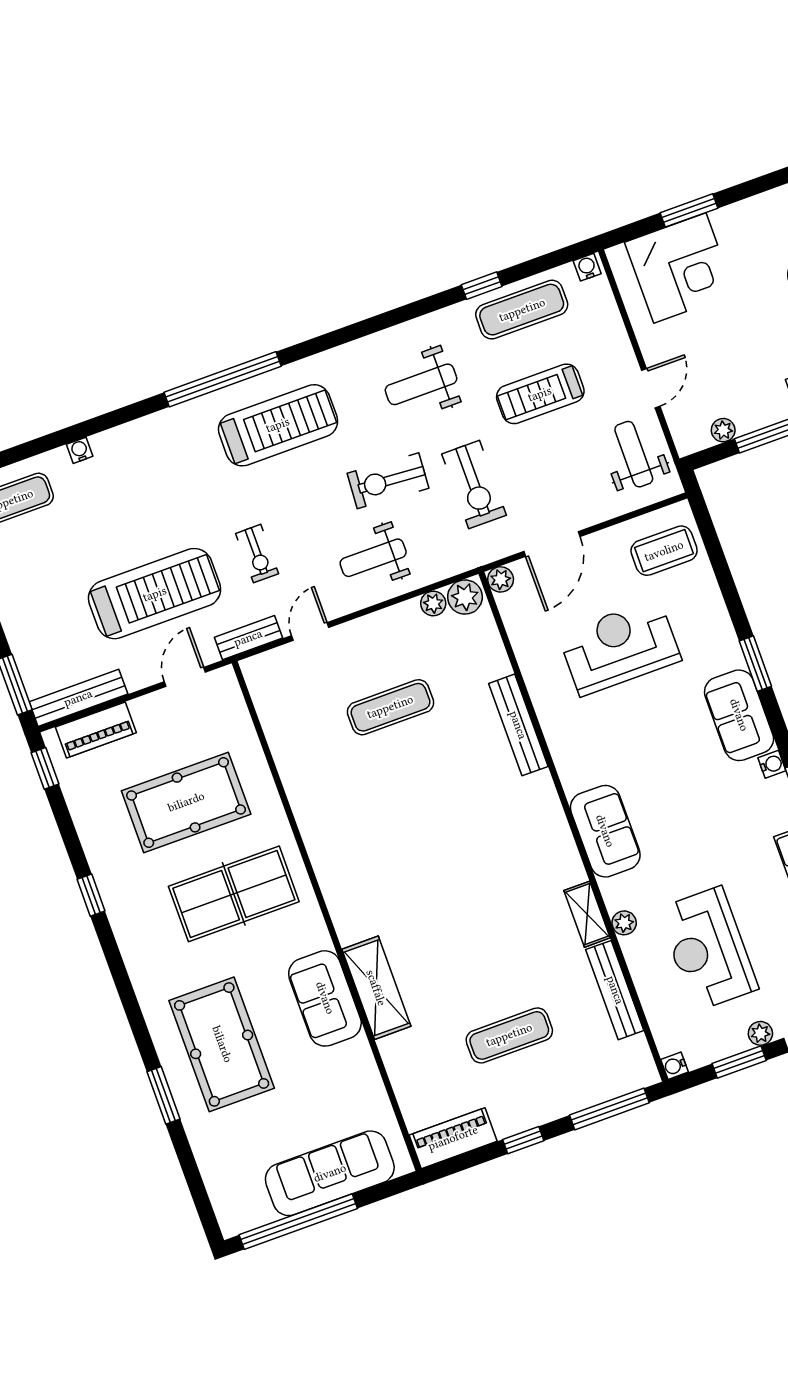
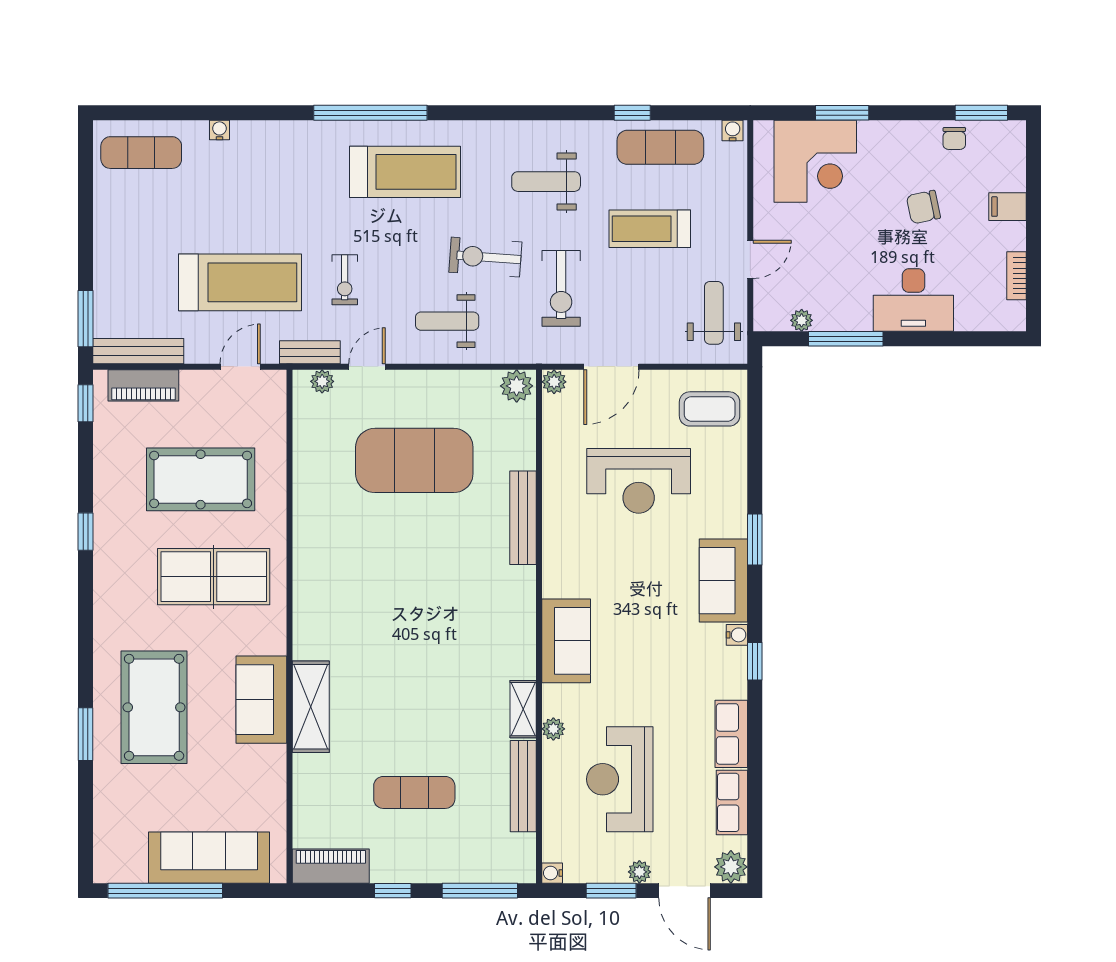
plant: (433, 603) -> (322, 381), moved
reception desk: (620, 647) -> (639, 481), turned 180
exercise mat: (390, 707) -> (414, 460), width x2.00, depth x1.45

